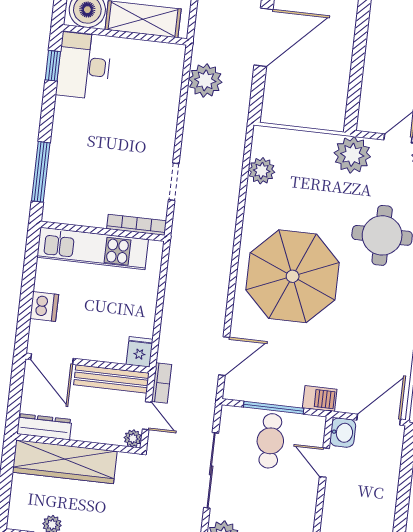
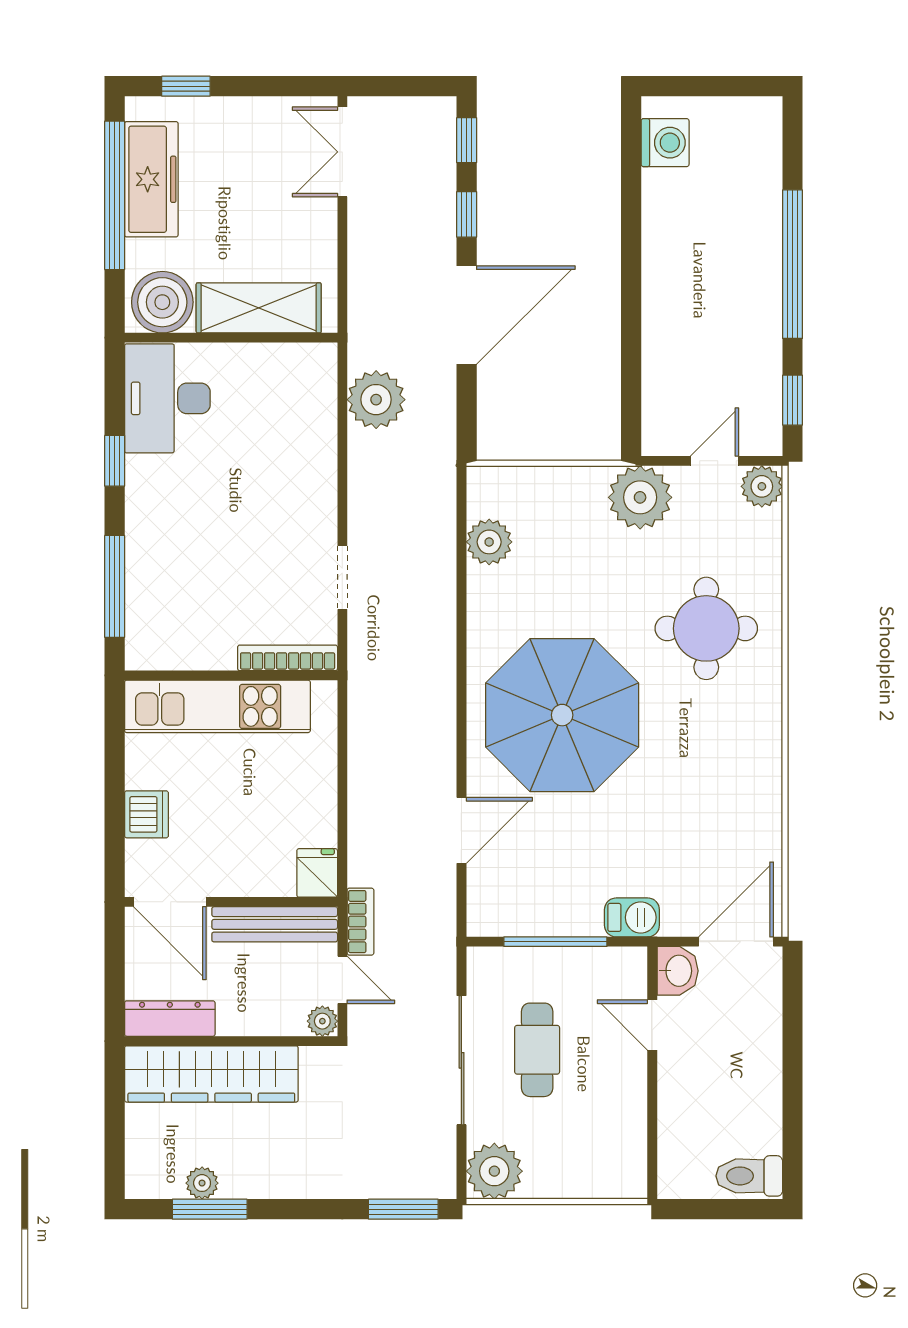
window: (53, 66) -> (115, 461), moved
door: (224, 356) -> (461, 830), moved
cafe table: (270, 441) -> (537, 1050), moved

